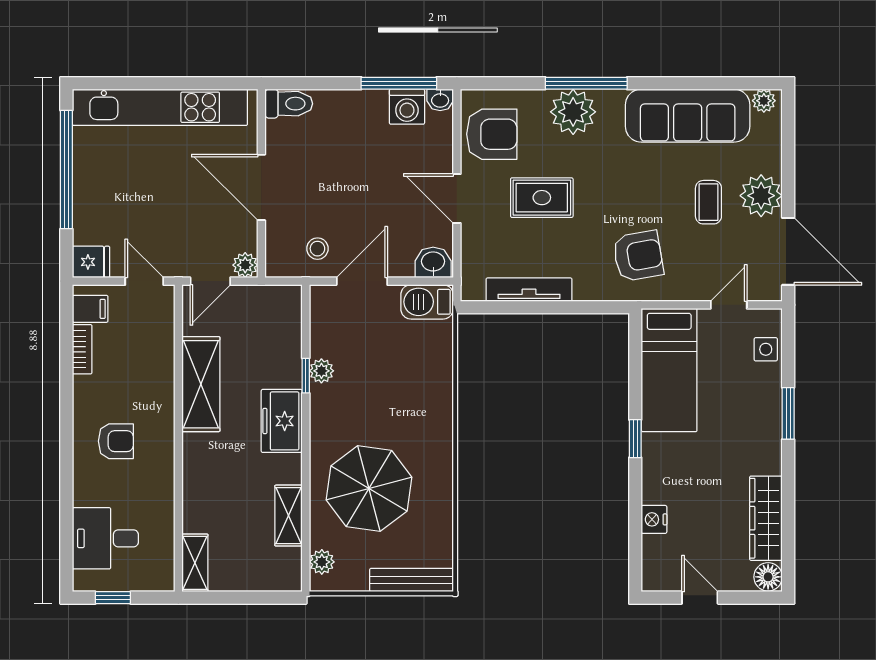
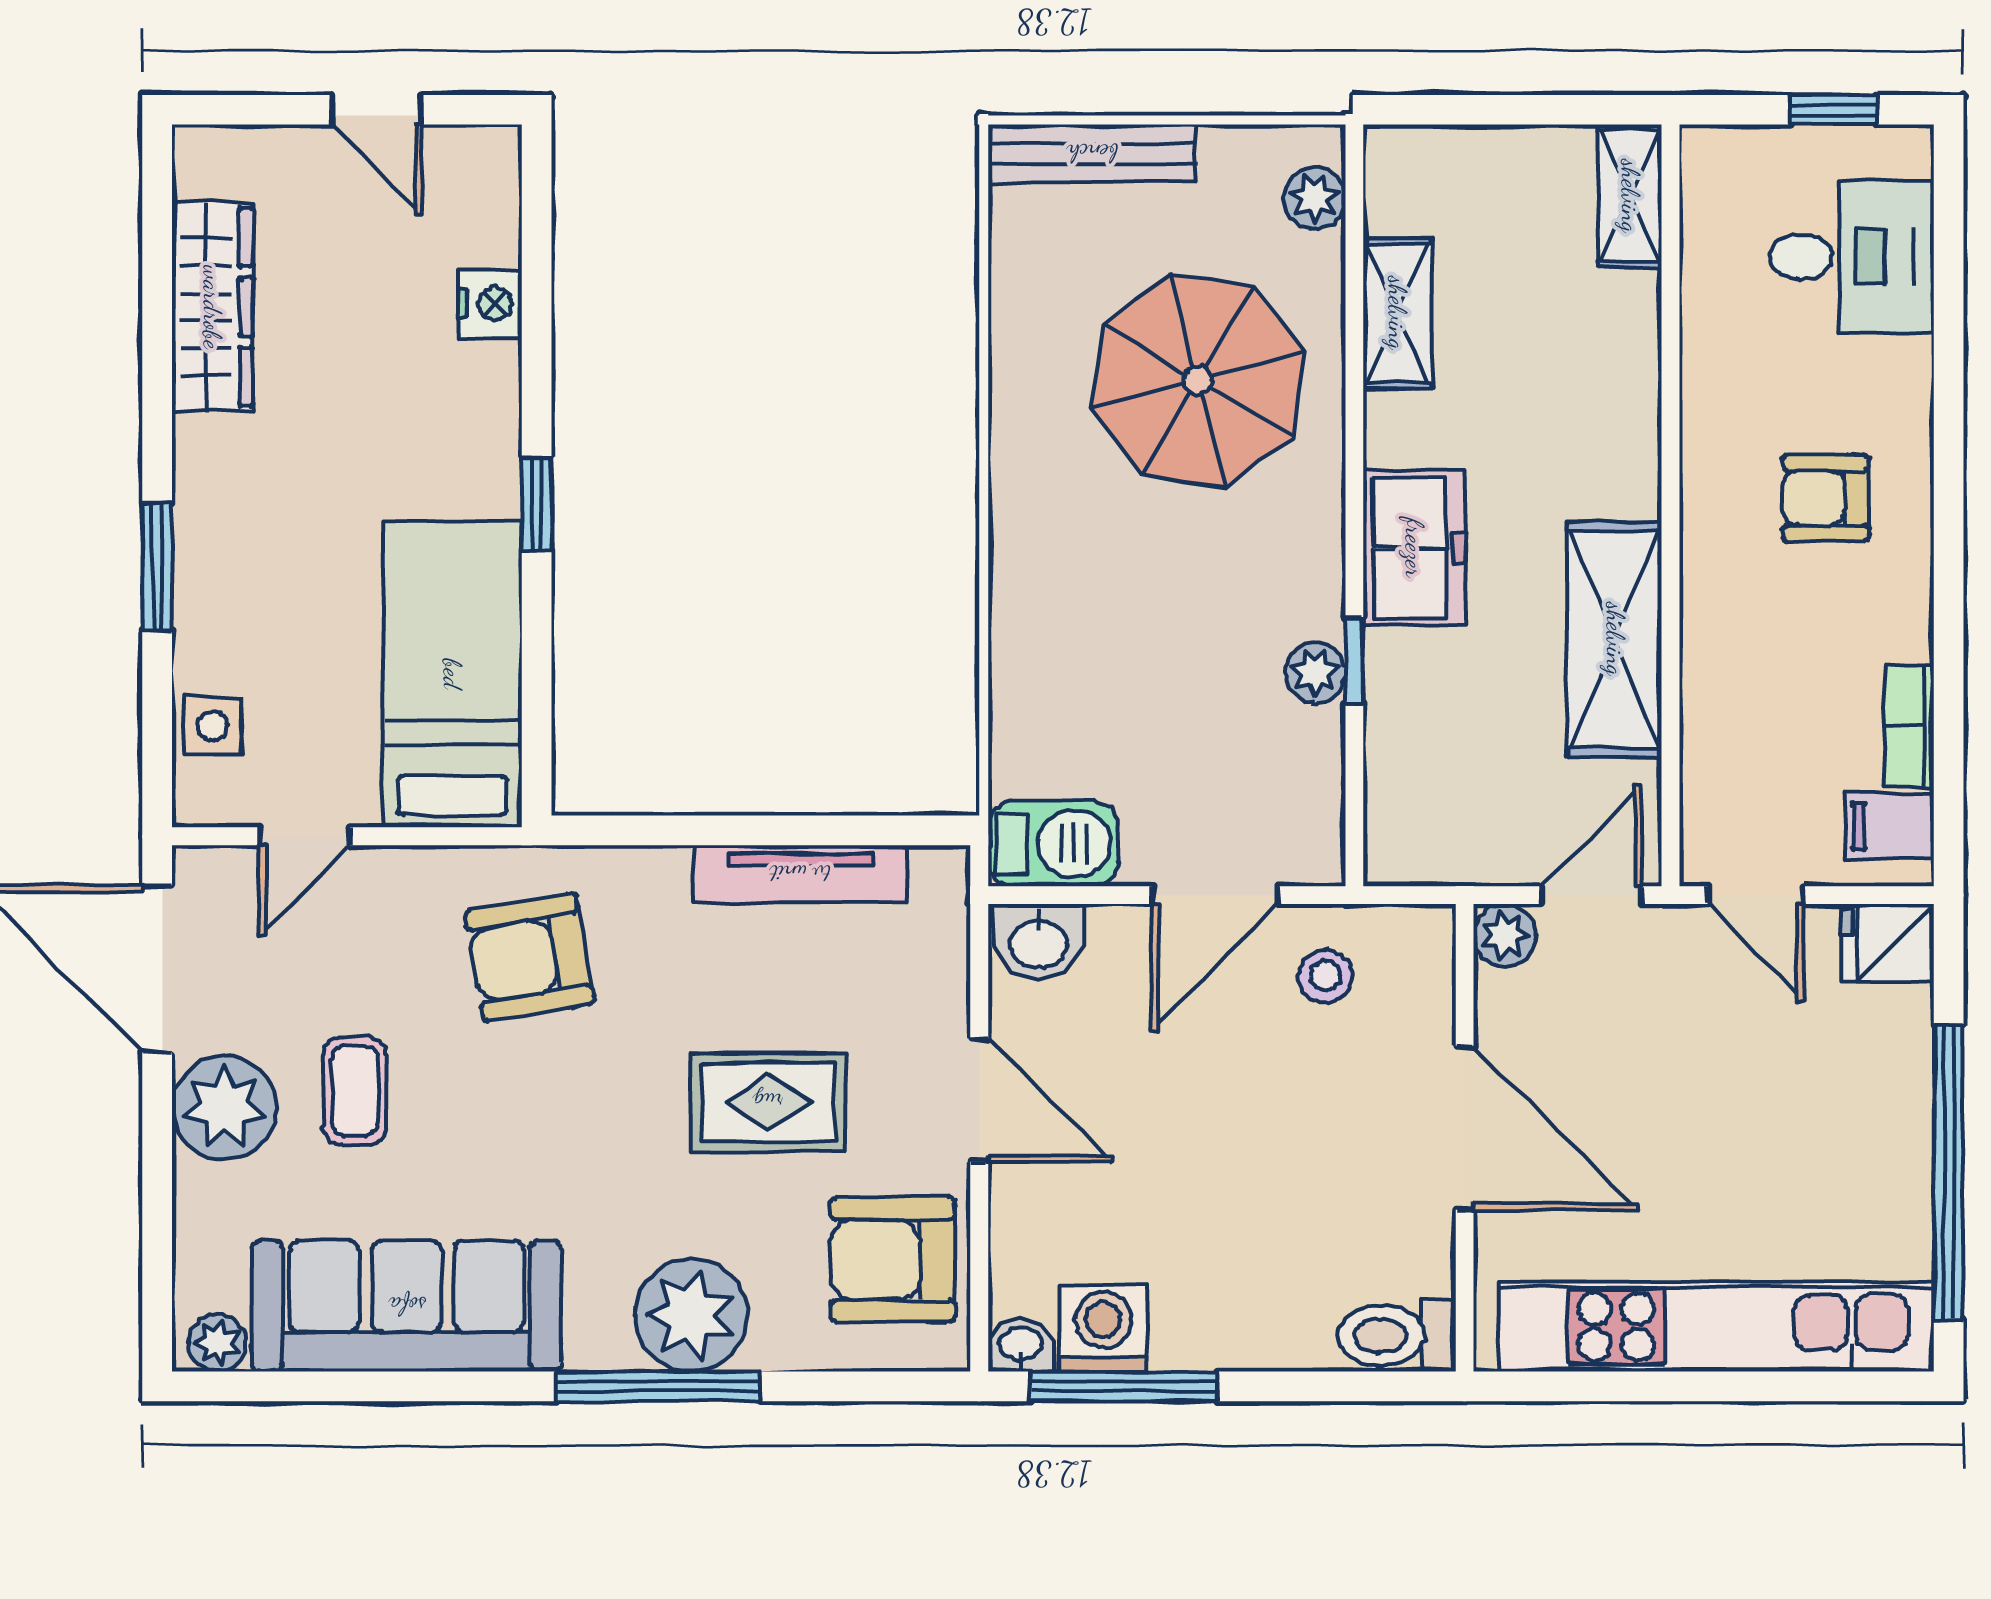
floor lamp: (768, 577) -> (207, 161), removed

